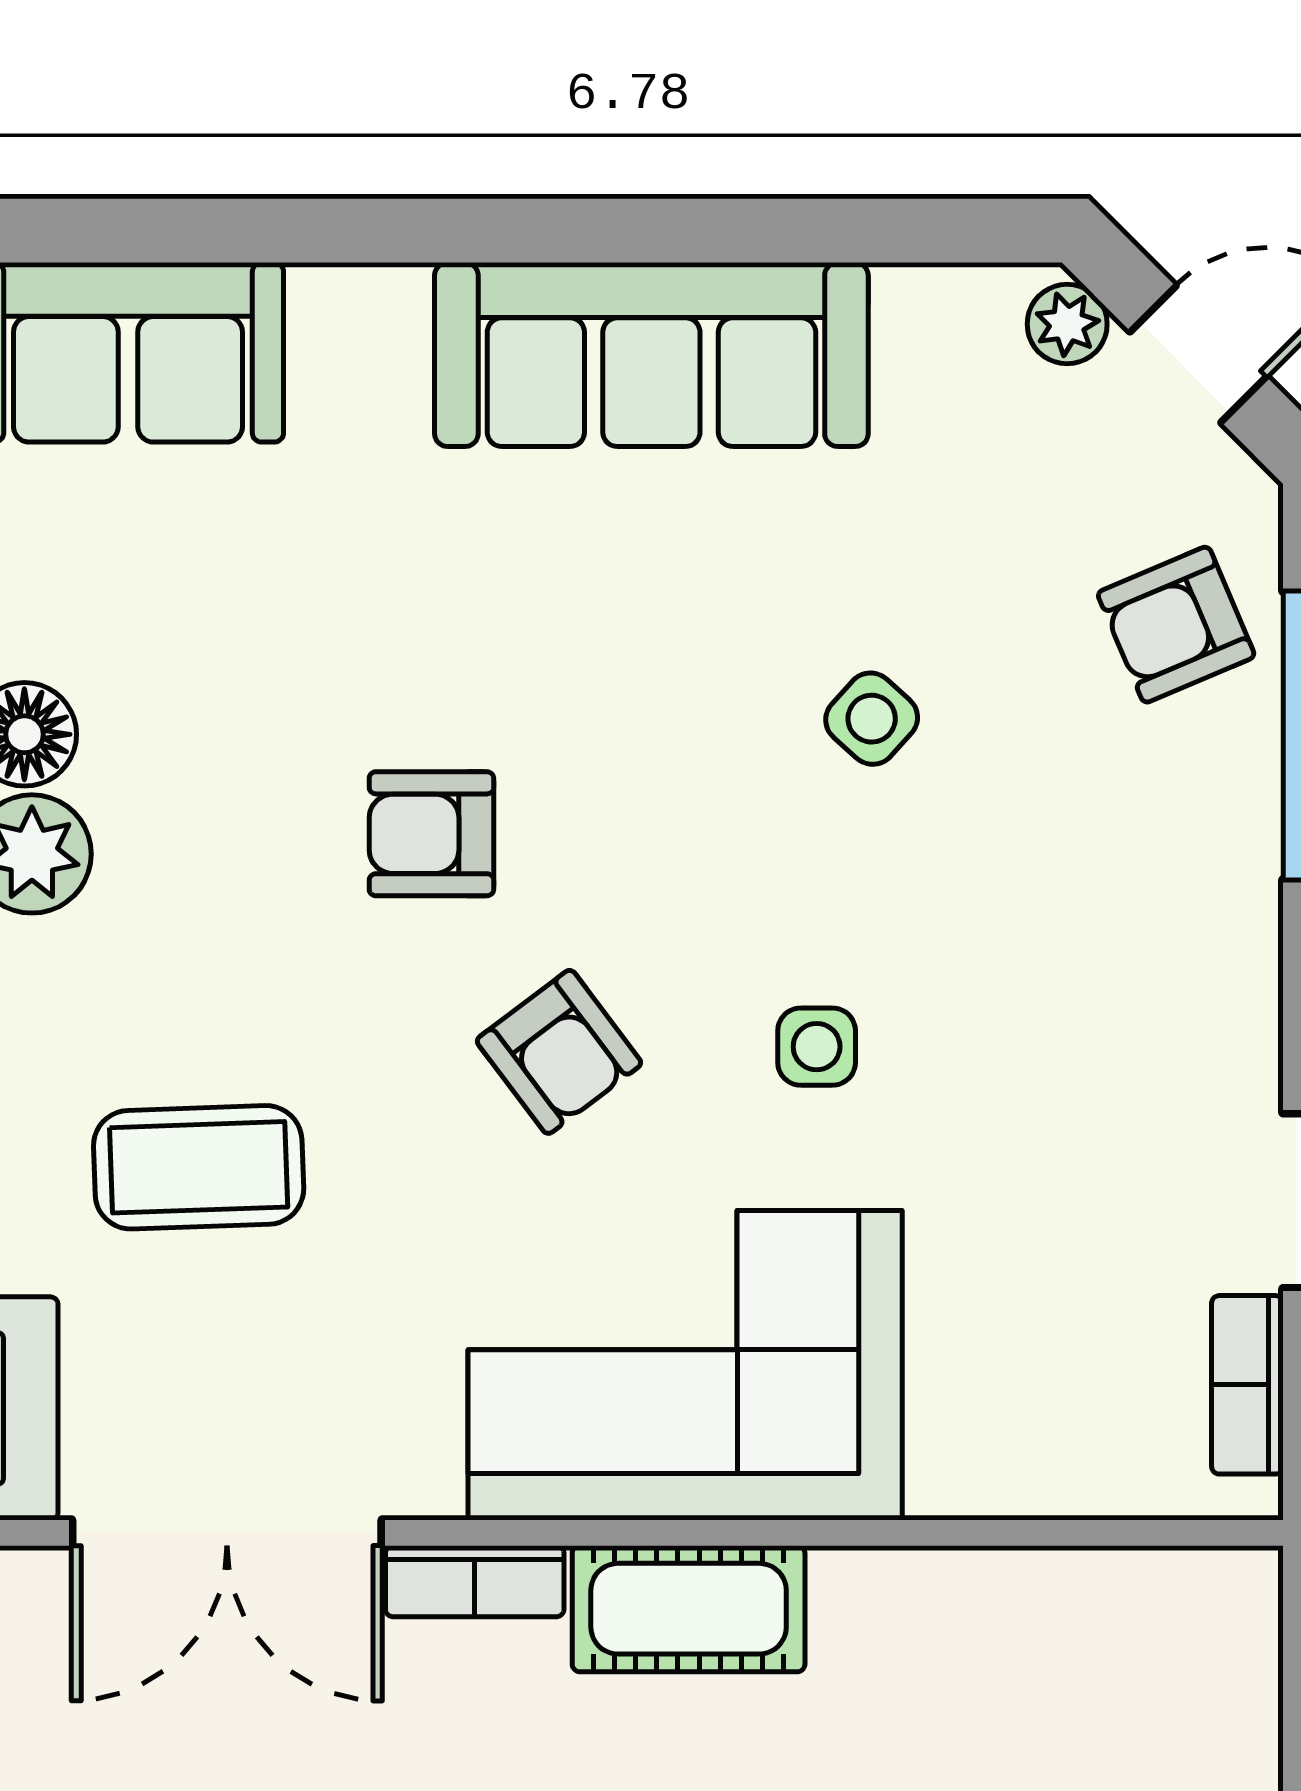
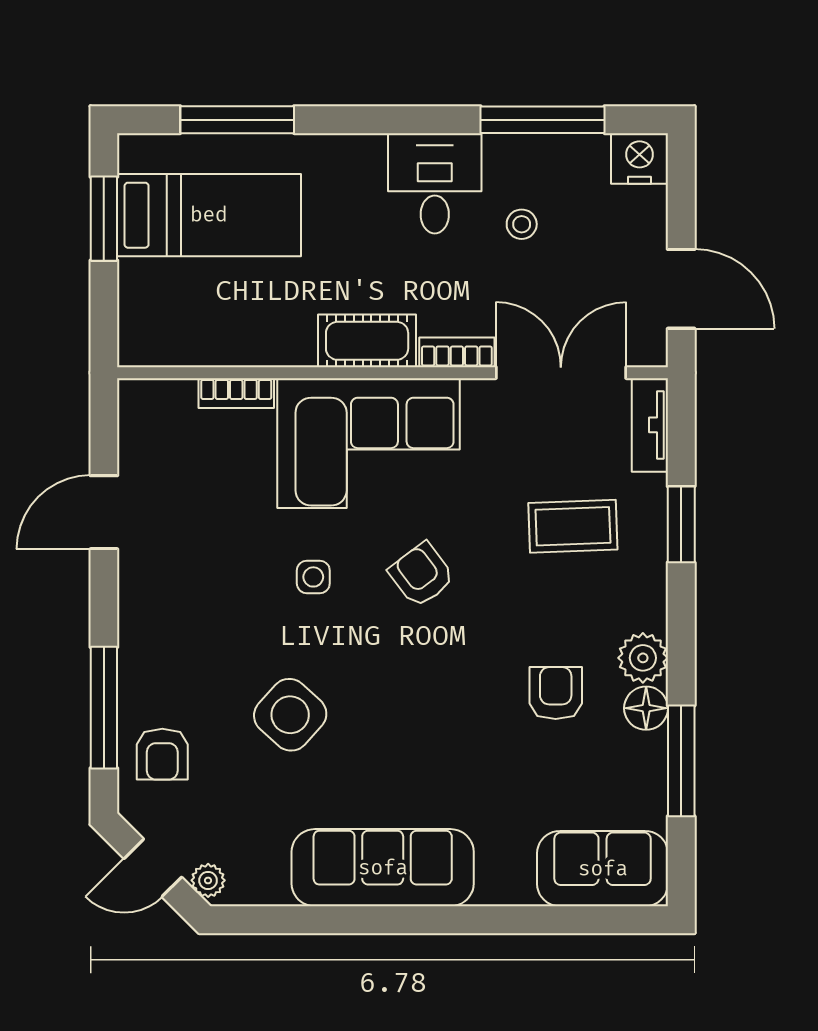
armchair: (1176, 625) -> (162, 754), turned 113
side table: (872, 719) -> (290, 715), width x1.87, depth x1.87
armchair: (431, 834) -> (556, 693), moved, turned -90
bookcase: (1247, 1385) -> (236, 393), moved, turned 90

